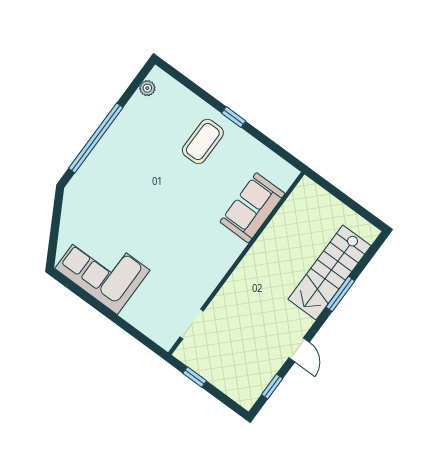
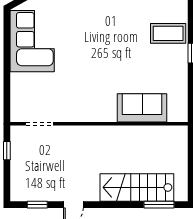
coffee table: (203, 142) -> (168, 33), moved
window: (340, 294) -> (159, 205), moved

